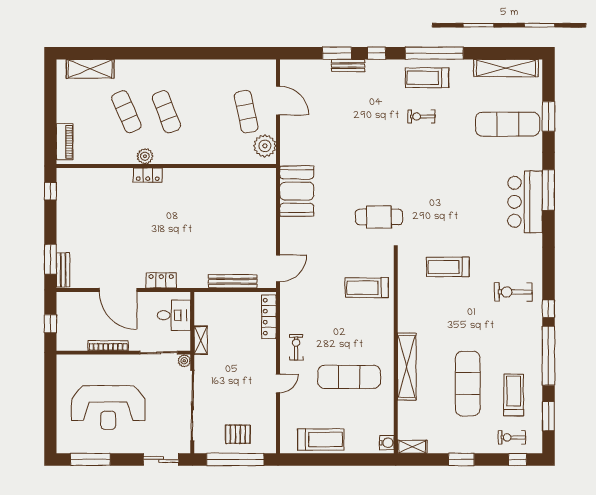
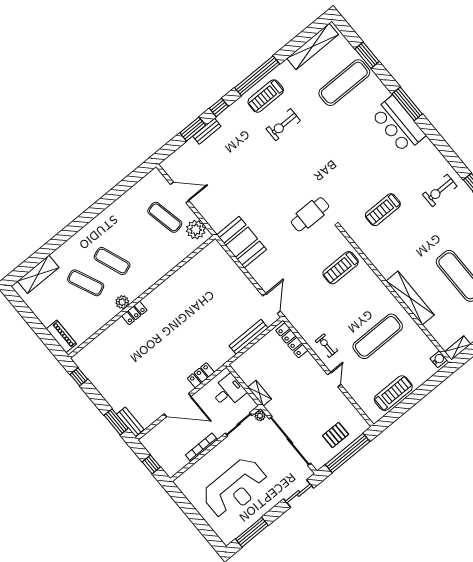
exercise bike: (421, 116) -> (283, 125), width x1.38, depth x1.39

